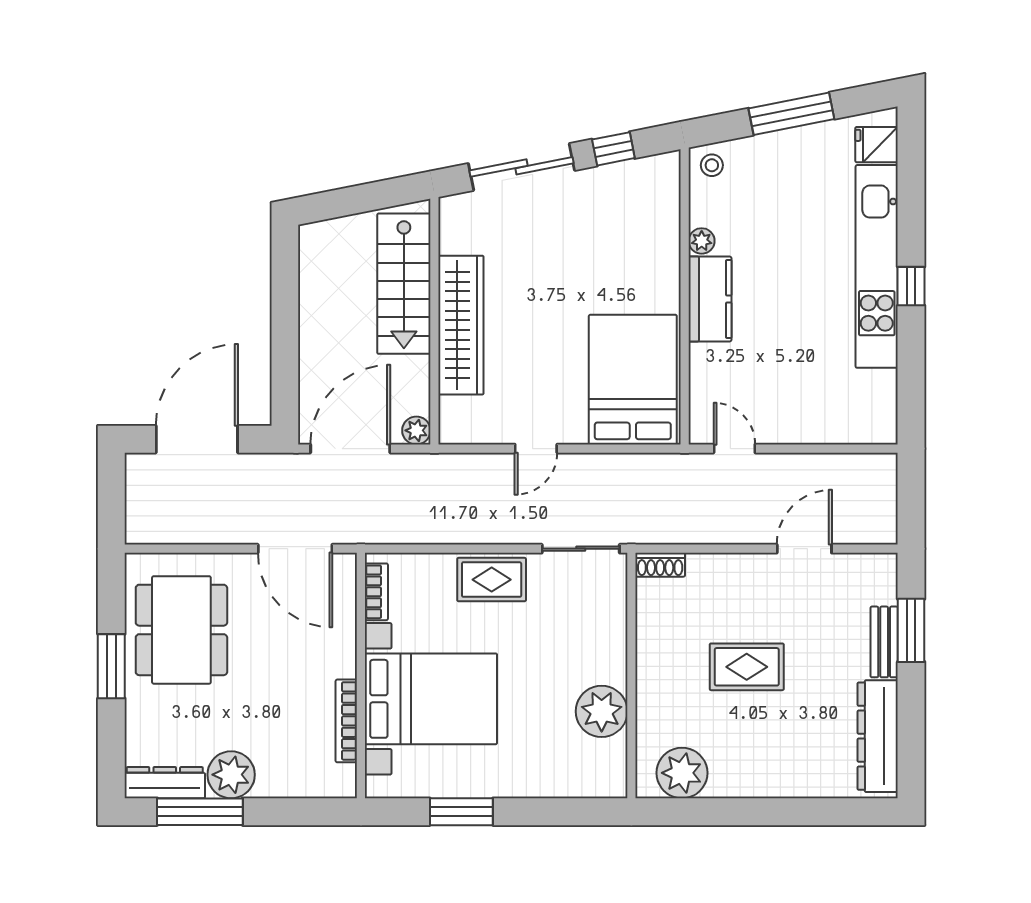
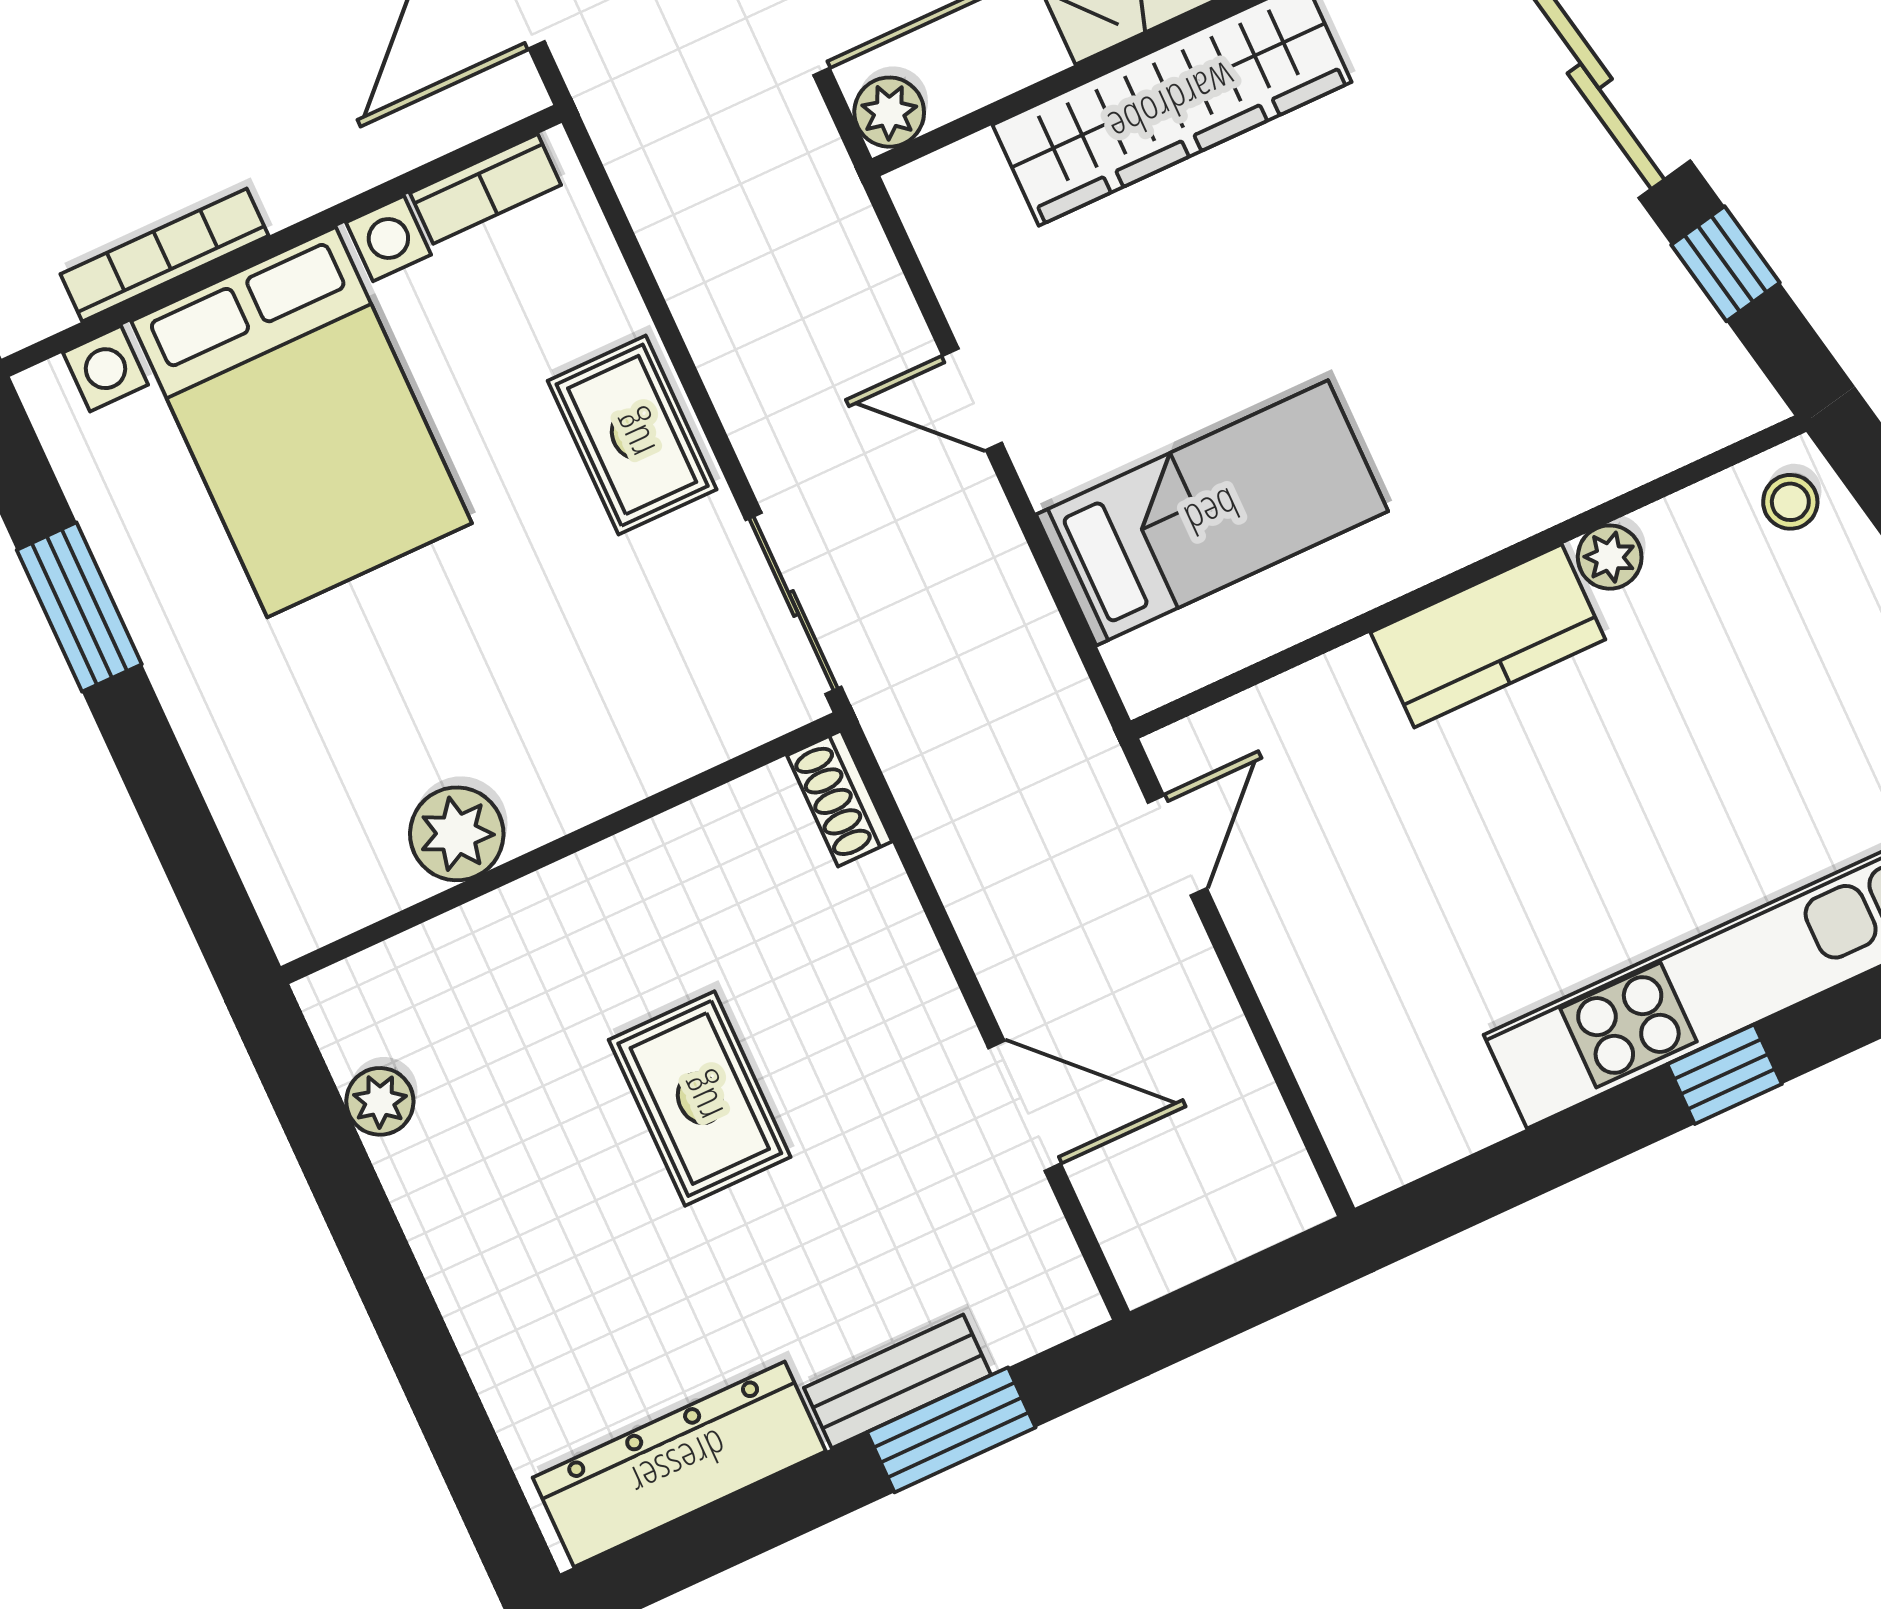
bed: (633, 380) -> (1212, 513), width x0.67
plant: (602, 711) -> (457, 834), width x0.73, depth x0.73
plant: (682, 773) -> (380, 1101), width x0.53, depth x0.53

